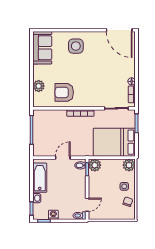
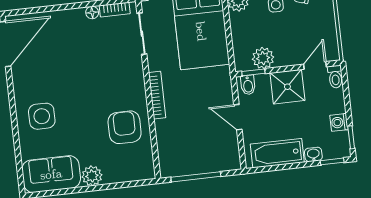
plant: (39, 86) -> (92, 176), moved
armchair: (64, 92) -> (125, 127), turned 180
plant: (95, 165) -> (263, 58), moved
shower: (77, 188) -> (287, 87), added
door: (87, 205) -> (315, 65), hinge flipped

